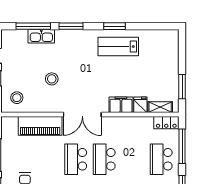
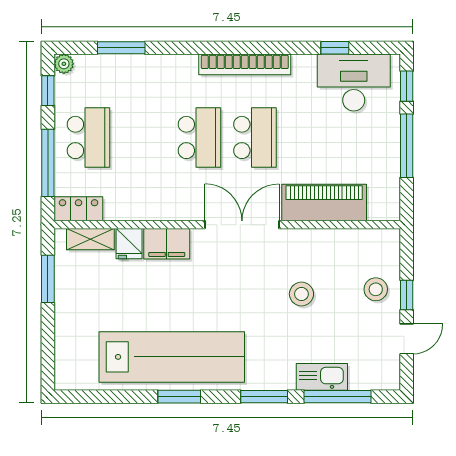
lab bench: (118, 47) -> (172, 357), width x1.86, depth x1.39
stool: (17, 98) -> (376, 289), moved

